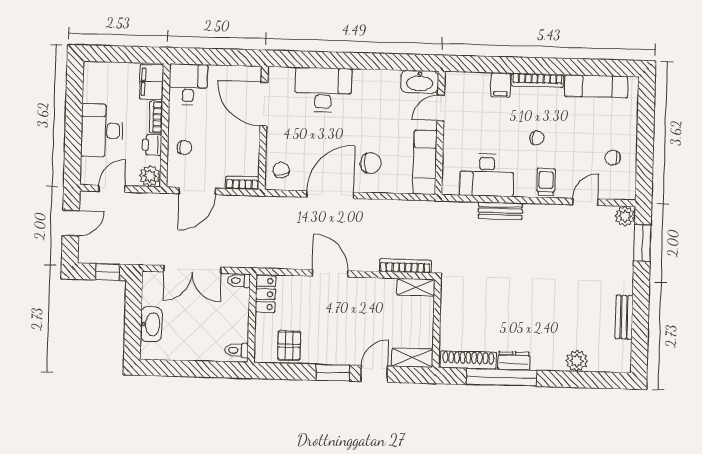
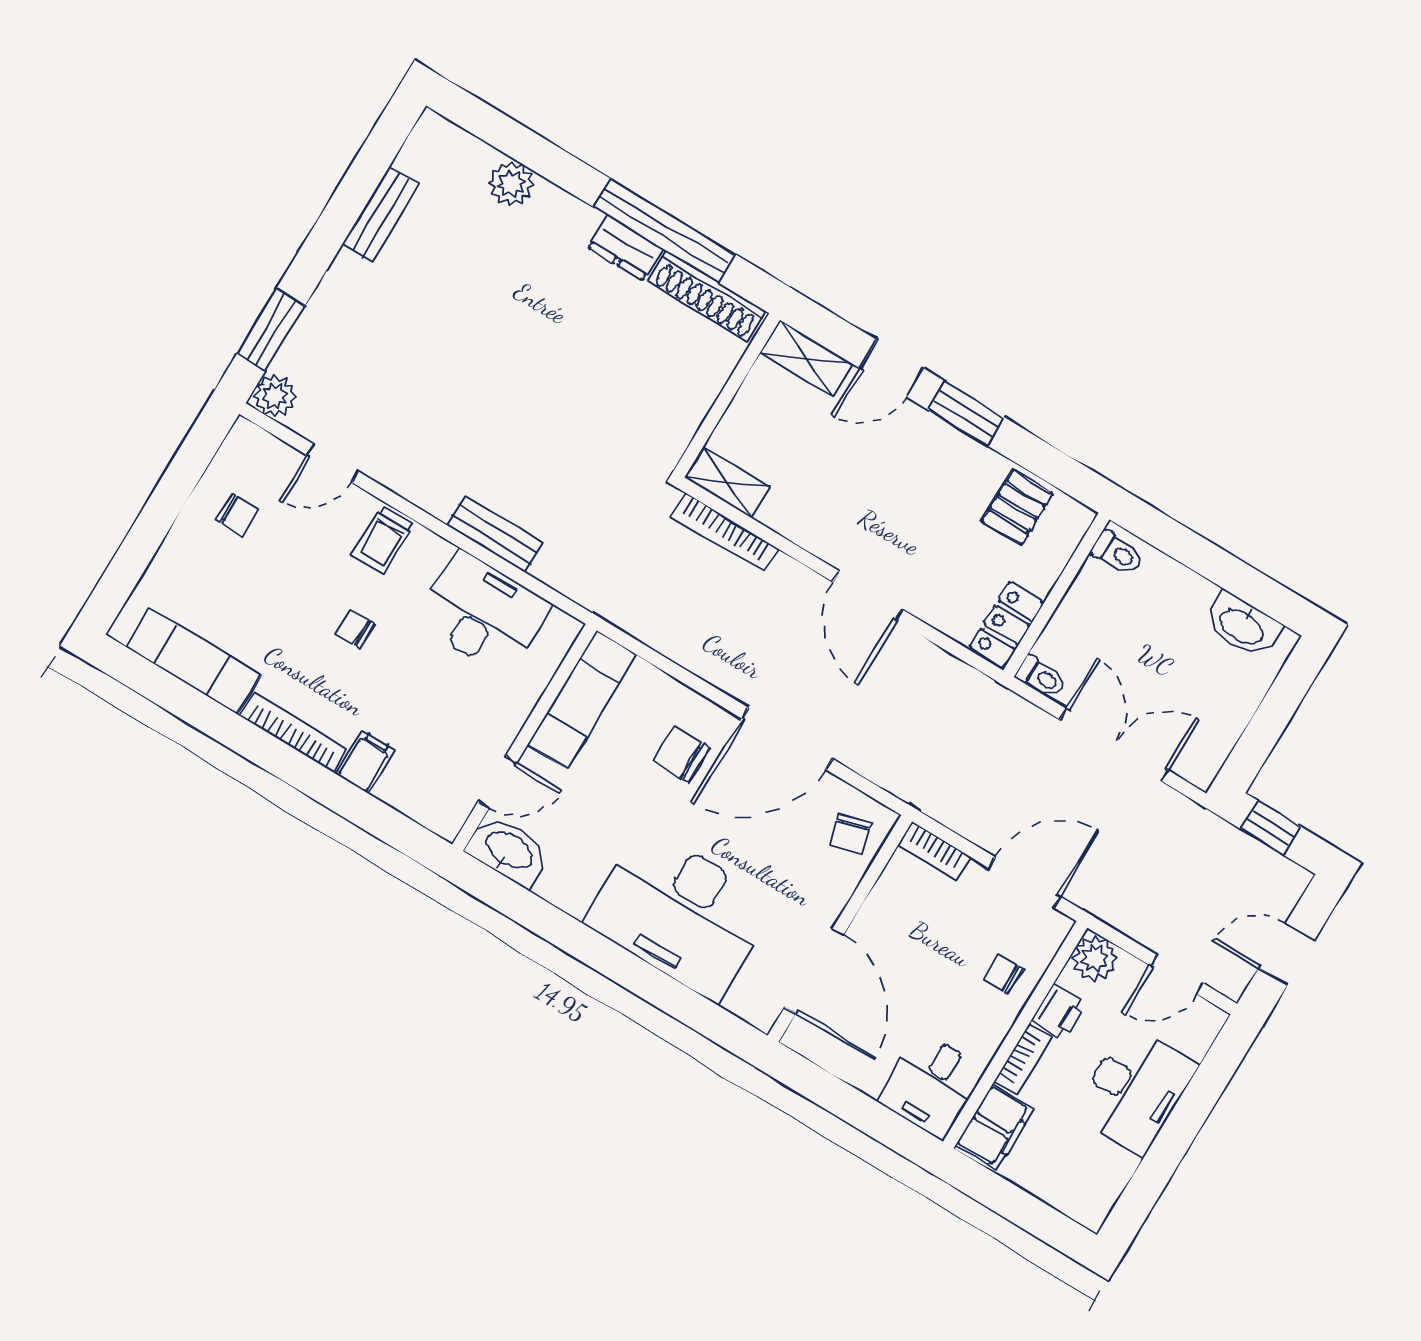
desk: (323, 90) -> (681, 913), width x1.36, depth x1.30
washbasin: (151, 324) -> (1242, 626), moved, turned -90

